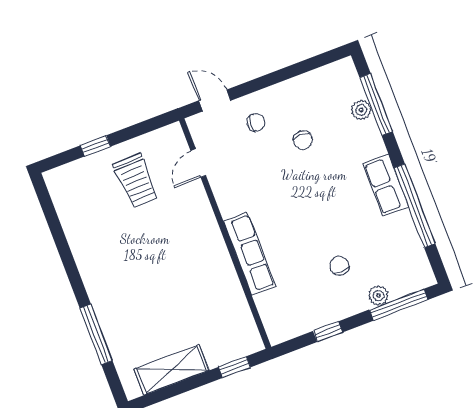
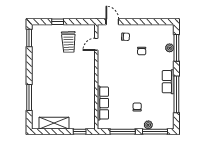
window: (47, 205) -> (29, 38), added
row of seats: (250, 254) -> (103, 103), moved
window: (328, 332) -> (123, 132), width x2.17

